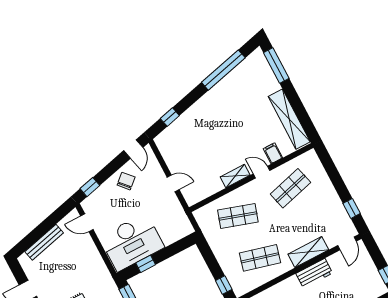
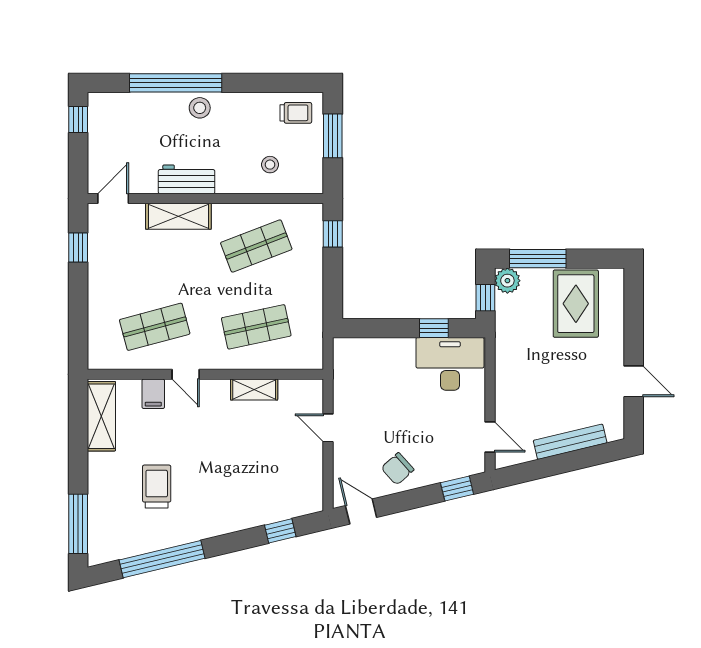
trolley: (246, 106) -> (157, 487), added
shelving: (289, 119) -> (101, 416), width x0.68
door: (133, 149) -> (361, 511), hinge flipped
shelving: (235, 176) -> (254, 390), moved
shop shelf: (238, 216) -> (256, 327), turned -30
desk: (132, 242) -> (450, 364), width x0.73, depth x0.77
shop shelf: (260, 258) -> (256, 246), turned -36

